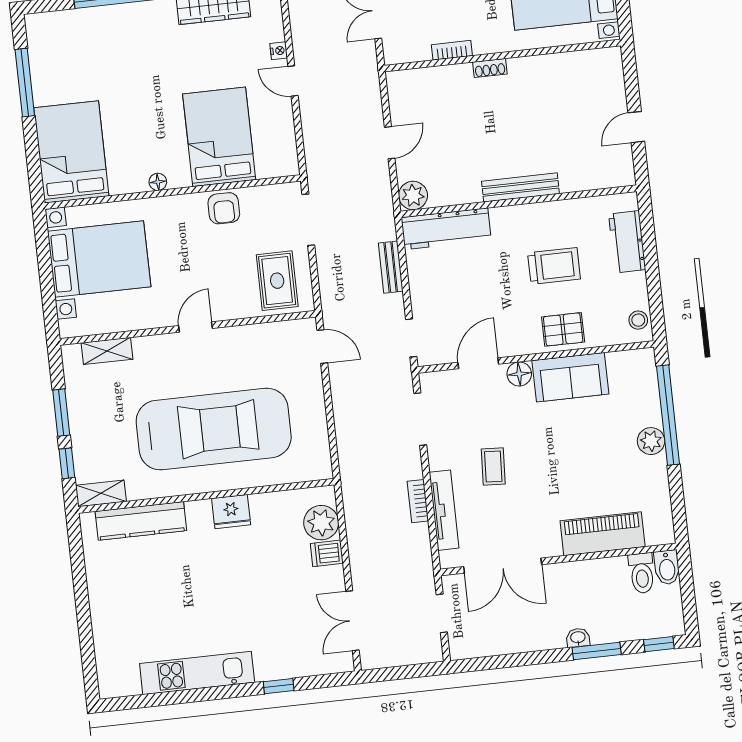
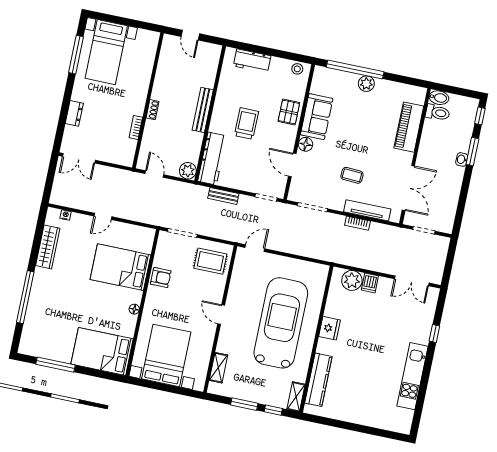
bookcase: (452, 50) -> (136, 128), moved
nightstand: (279, 51) -> (66, 215), moved
wall: (503, 56) -> (148, 100), moved
shoe rack: (490, 68) -> (153, 110), moved
trolley: (554, 266) -> (246, 123), moved

